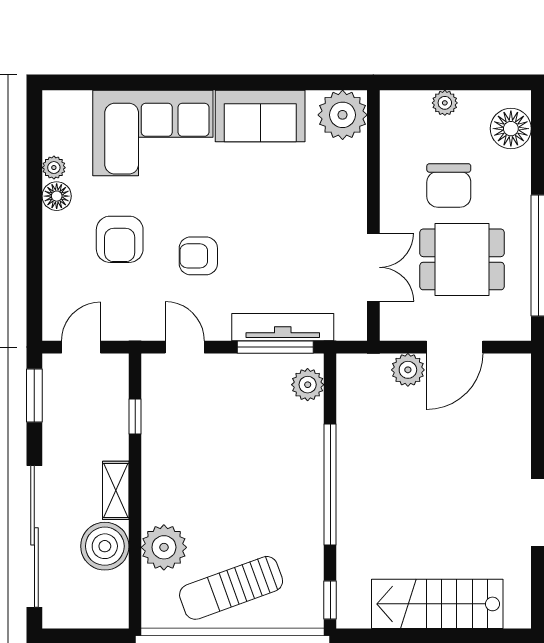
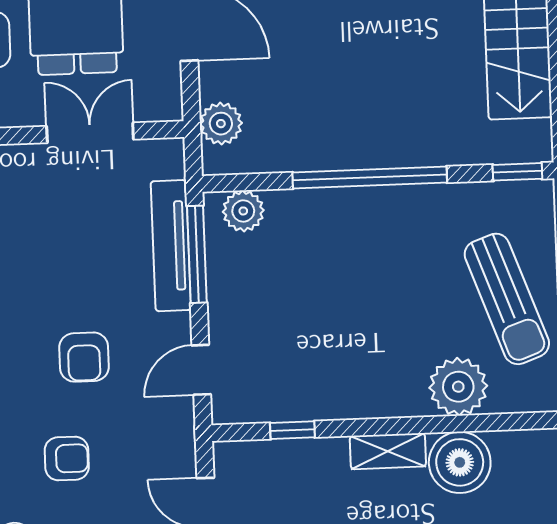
armchair: (120, 239) -> (67, 459), width x0.72, depth x0.72
plant: (408, 370) -> (221, 124), moved

